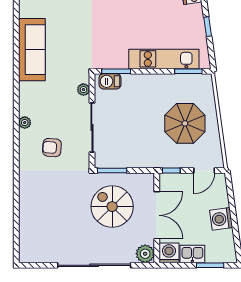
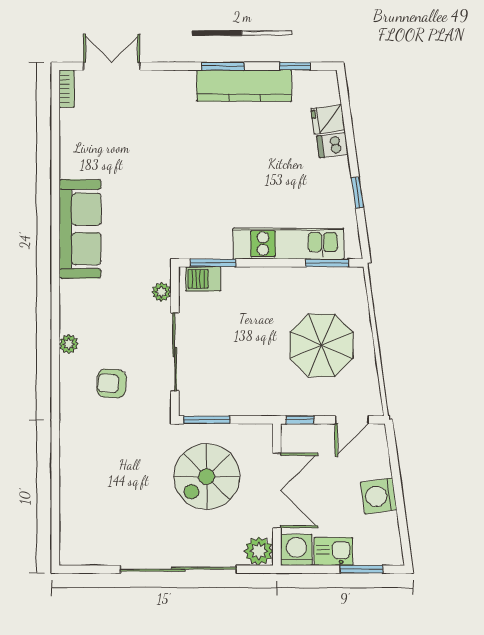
spiral stairs: (112, 207) -> (207, 477), turned -90

